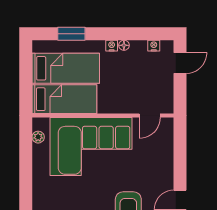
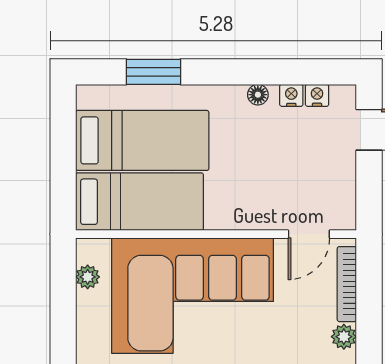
nightstand: (112, 46) -> (291, 95), moved
bookcase: (169, 141) -> (347, 284), added
plant: (167, 167) -> (344, 337), added

